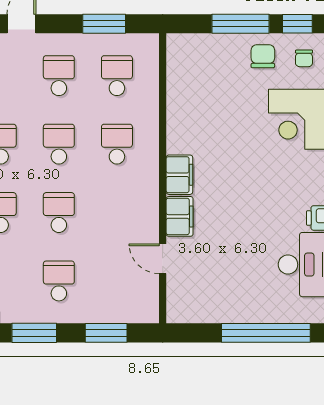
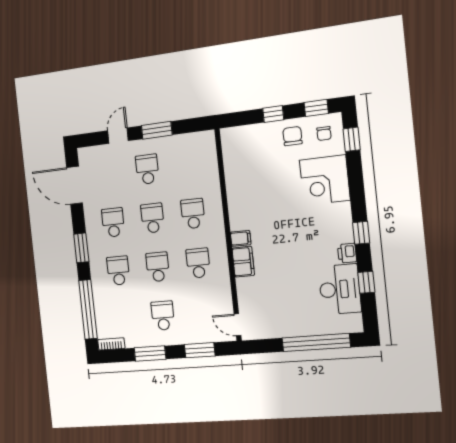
window: (104, 24) -> (157, 130), moved
window: (241, 24) -> (273, 114), width x0.46
school desk: (117, 76) -> (198, 263), moved
filing cabinet: (179, 175) -> (241, 238), width x0.50
door: (163, 259) -> (237, 325), moved

